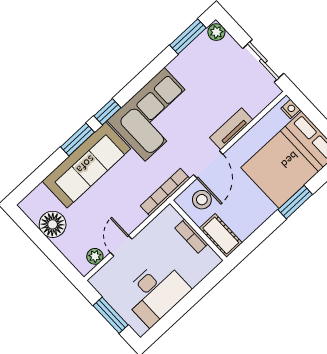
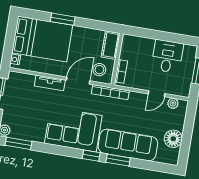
bookcase: (191, 236) -> (121, 71), moved
desk: (156, 292) -> (167, 56), width x0.73

